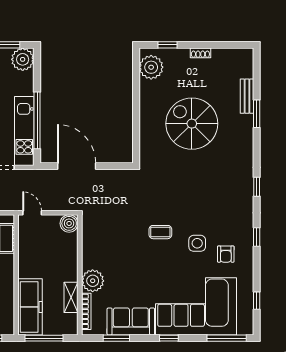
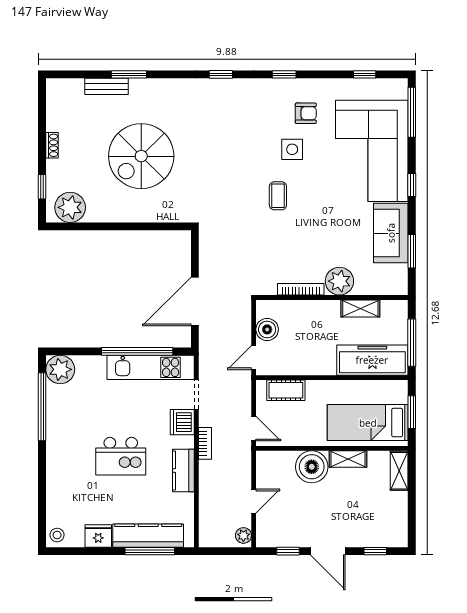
boiler: (69, 223) -> (267, 329), moved
bookcase: (86, 311) -> (301, 289), moved

